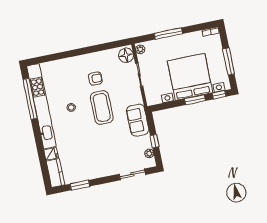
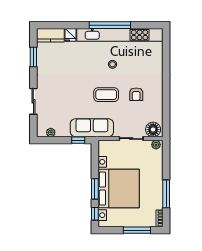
window: (168, 34) -> (166, 194), moved
window: (229, 61) -> (137, 230), moved
window: (30, 99) -> (110, 25), moved
coffee table: (102, 108) -> (106, 95), width x0.73, depth x0.76
sofa: (138, 120) -> (92, 128), width x1.36
window: (154, 141) -> (78, 140), moved
sliding door: (132, 174) -> (33, 101), moved

